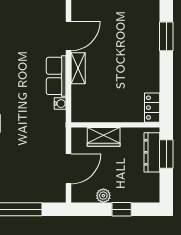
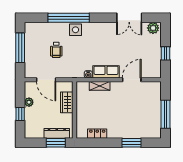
door: (68, 36) -> (132, 80), swing flipped
shelving: (78, 68) -> (100, 86), moved
locker: (152, 108) -> (97, 134), moved
wheelchair: (22, 153) -> (56, 50), added

